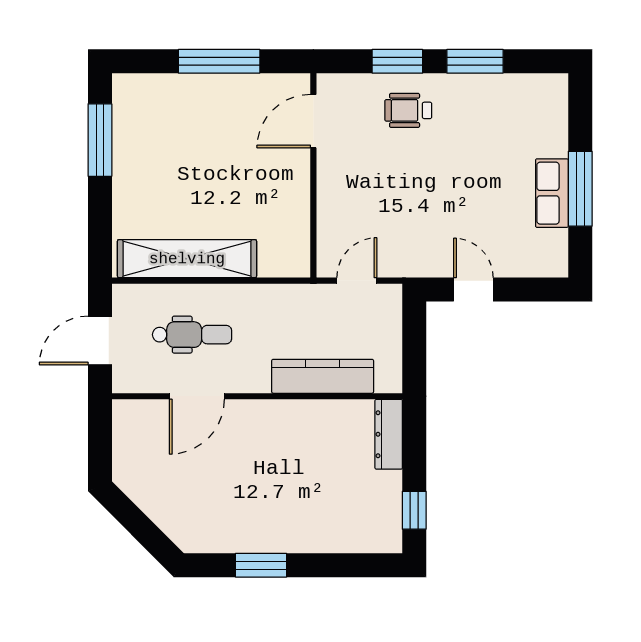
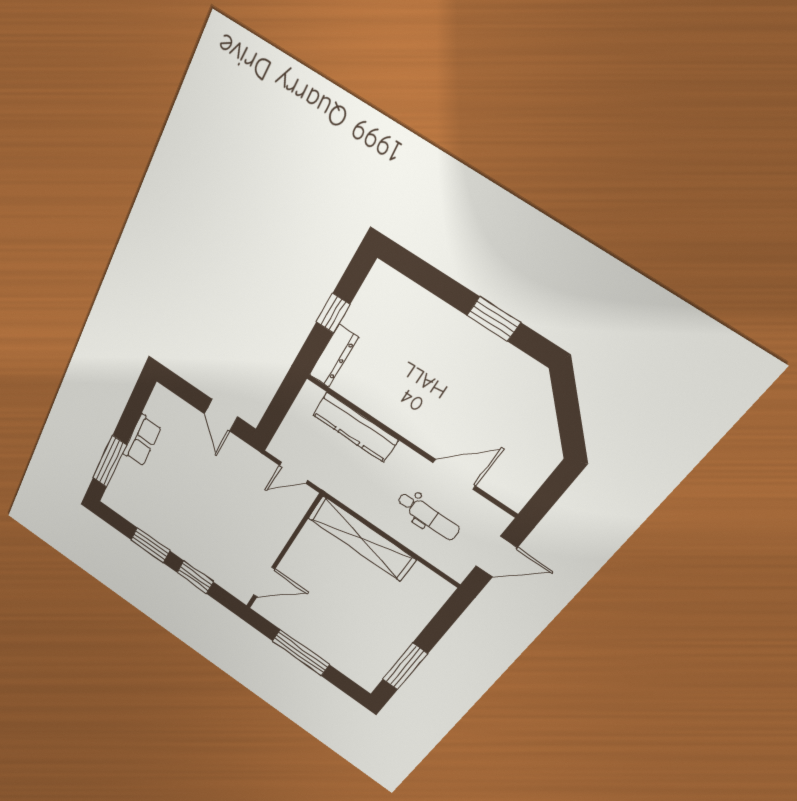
wheelchair: (408, 110) -> (204, 547), removed
window: (580, 189) -> (110, 461), moved
shelving: (187, 259) -> (362, 539), moved
dental chair: (192, 335) -> (428, 516), turned 180
window: (414, 510) -> (333, 313), moved

